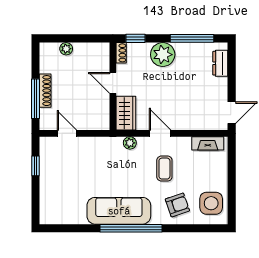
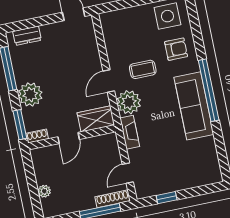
window: (136, 38) -> (20, 125), width x1.50
shoe rack: (45, 91) -> (113, 199), moved
plant: (130, 143) -> (129, 102), width x1.87, depth x1.87
fireplace: (208, 143) -> (130, 132), moved
armchair: (177, 205) -> (176, 49), turned 109

